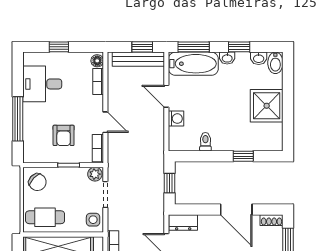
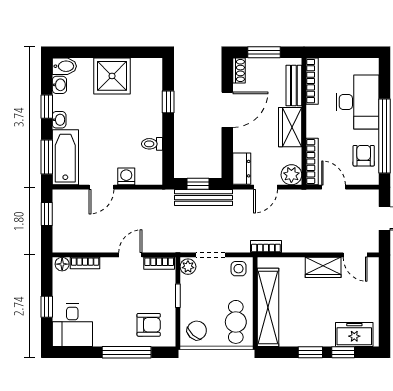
bench: (138, 59) -> (203, 198), moved, turned 90
desk: (42, 84) -> (72, 325), moved
armchair: (64, 135) -> (149, 325), moved

